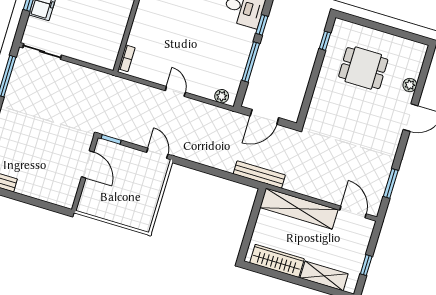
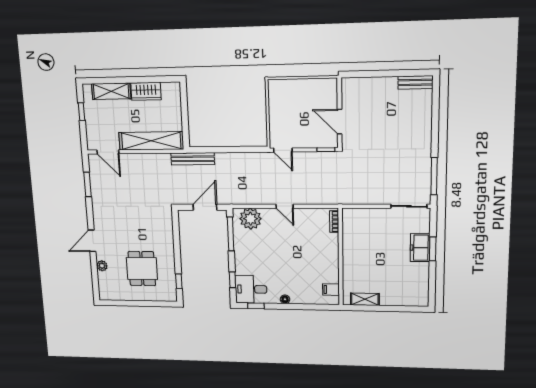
window: (251, 62) -> (231, 234), moved
dining table: (363, 68) -> (142, 269), turned 90
plant: (222, 96) -> (250, 219), width x1.88, depth x1.88
wardrobe: (277, 261) -> (146, 91), width x0.67

